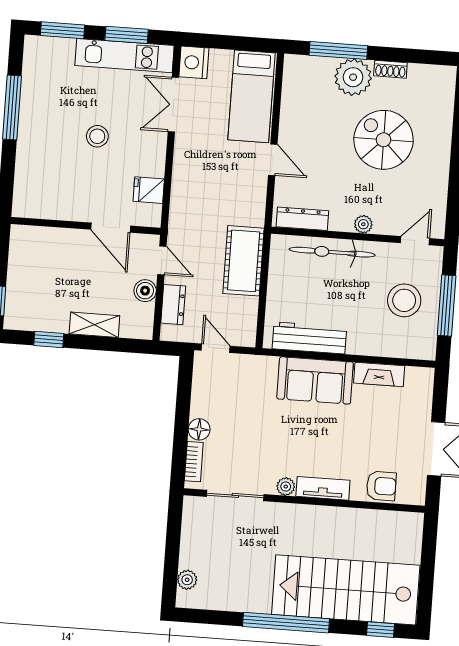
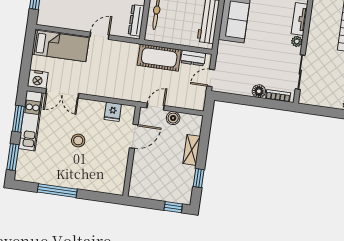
dresser: (173, 305) -> (193, 58), moved, turned 180

